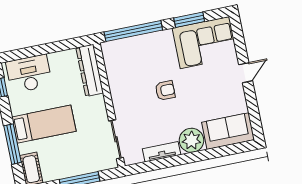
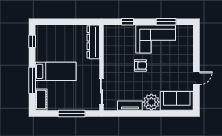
window: (133, 31) -> (128, 22), width x0.32
corner sofa: (205, 43) -> (156, 39), moved
door: (246, 73) -> (196, 78), moved
desk: (29, 74) -> (53, 36), removed

